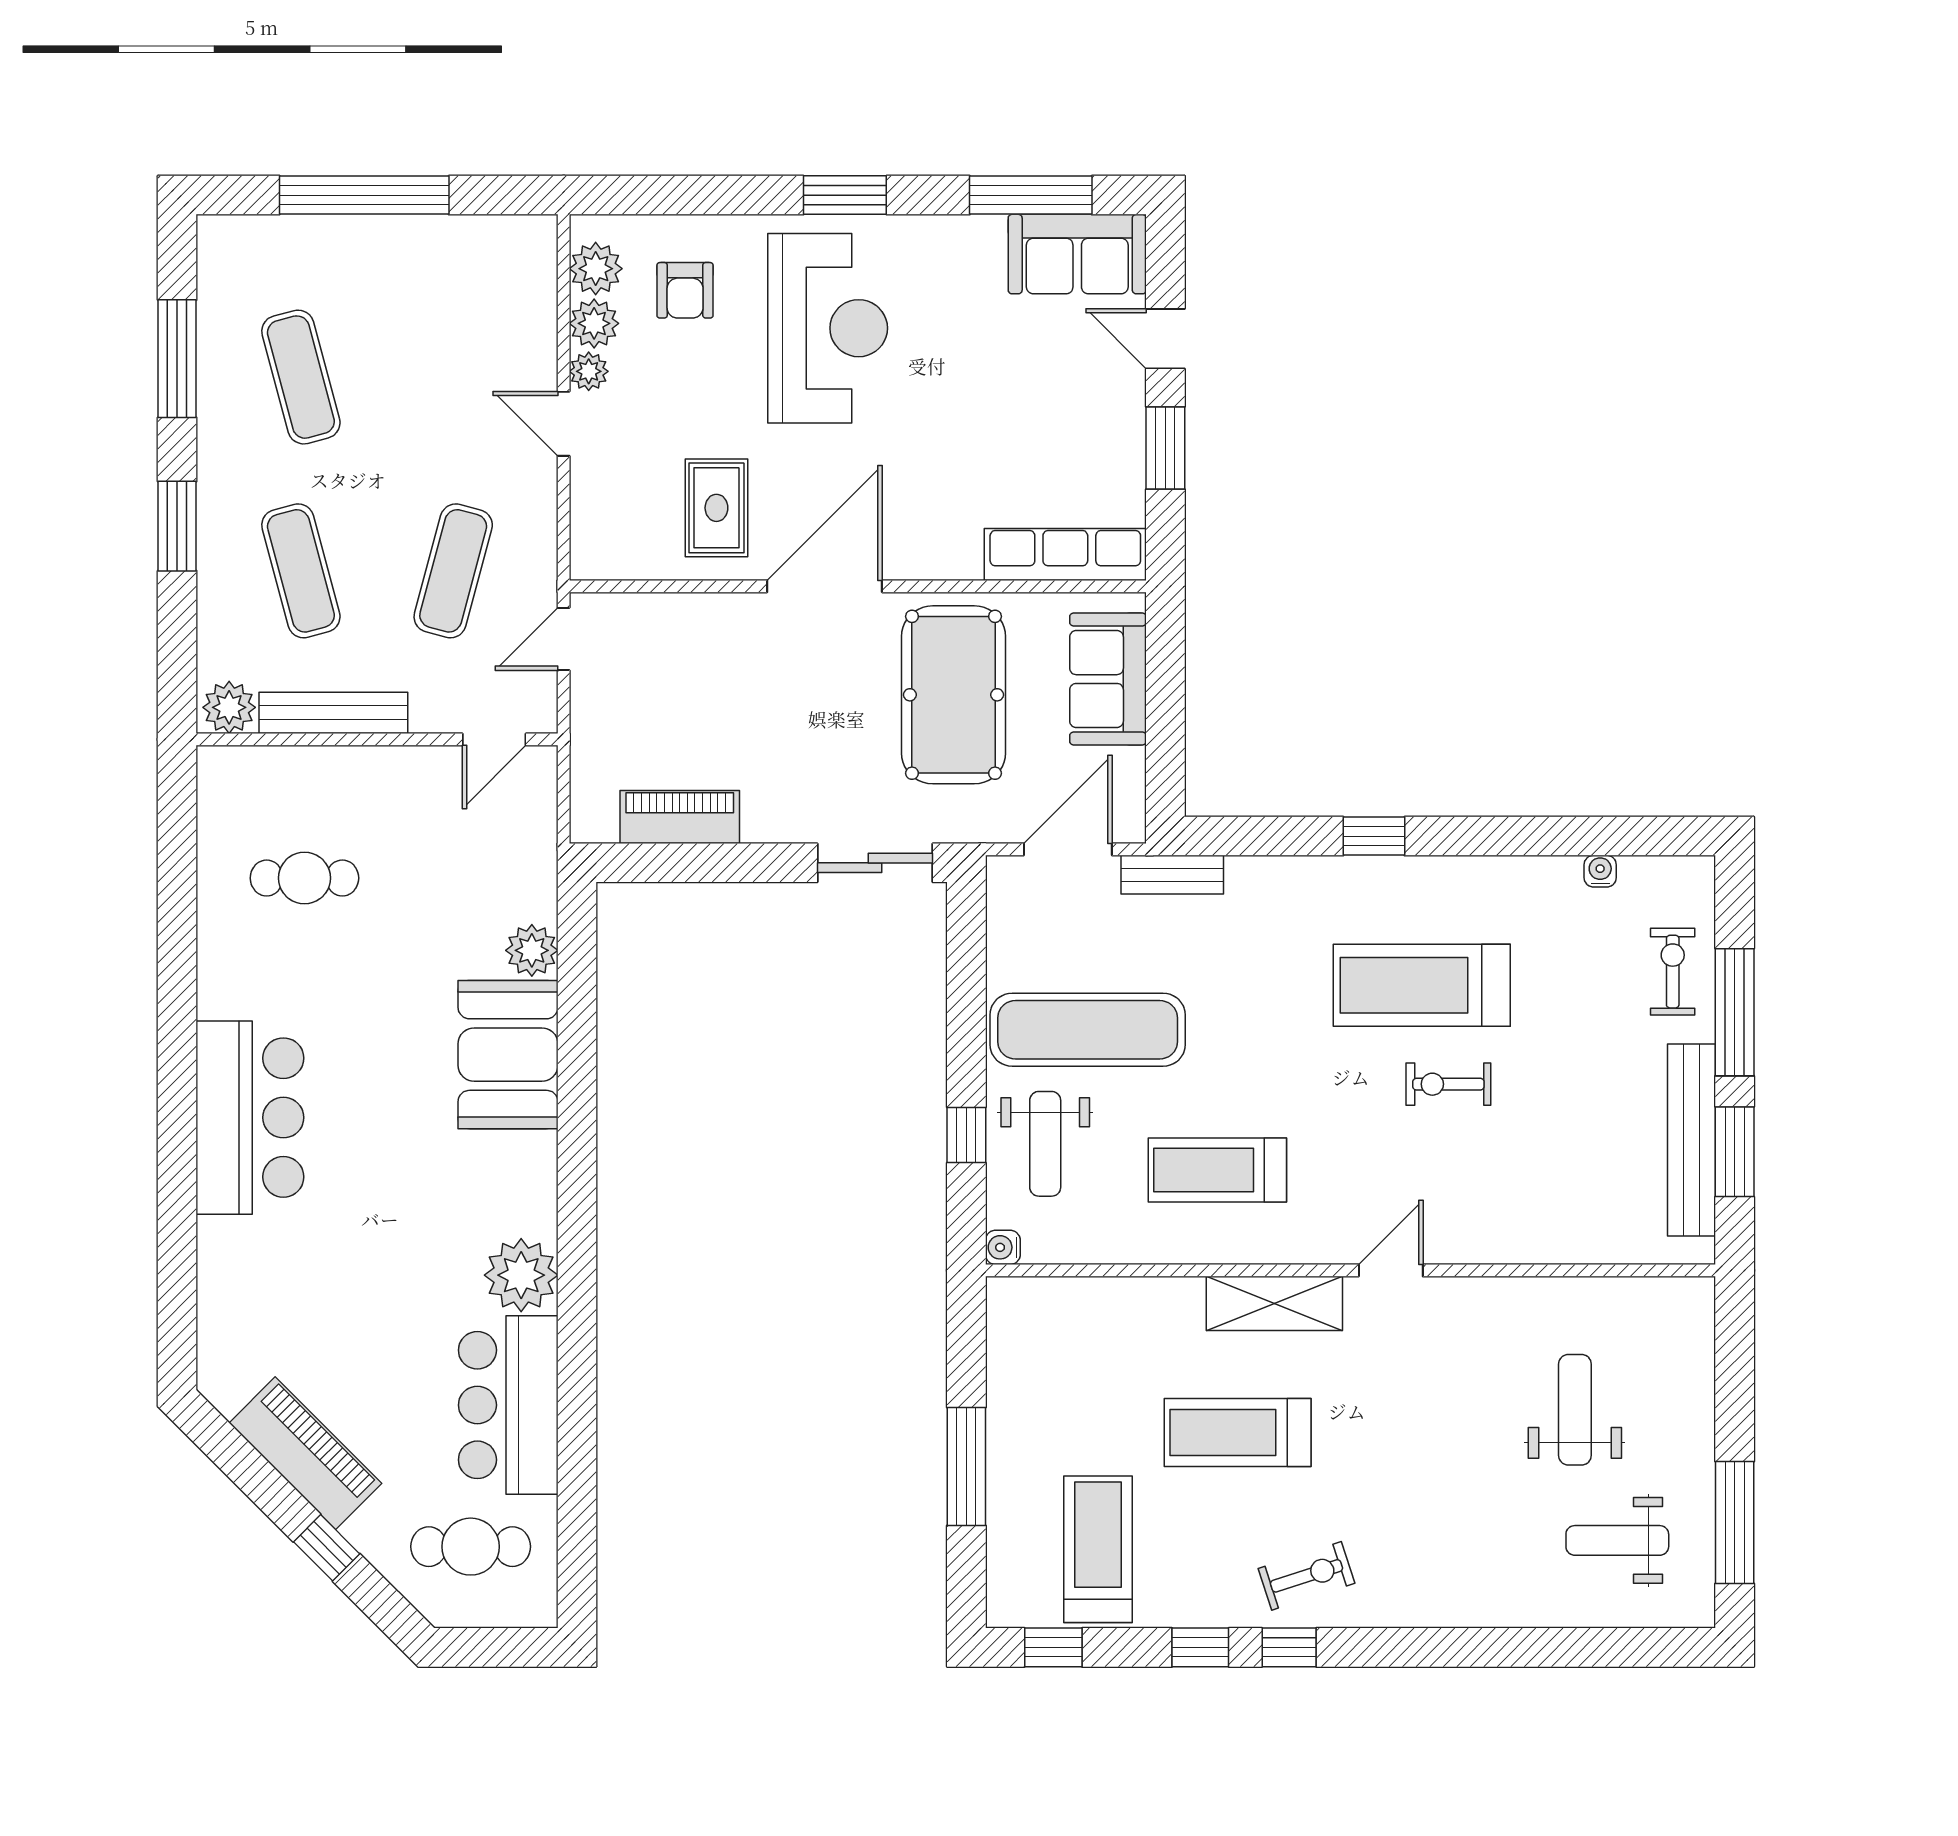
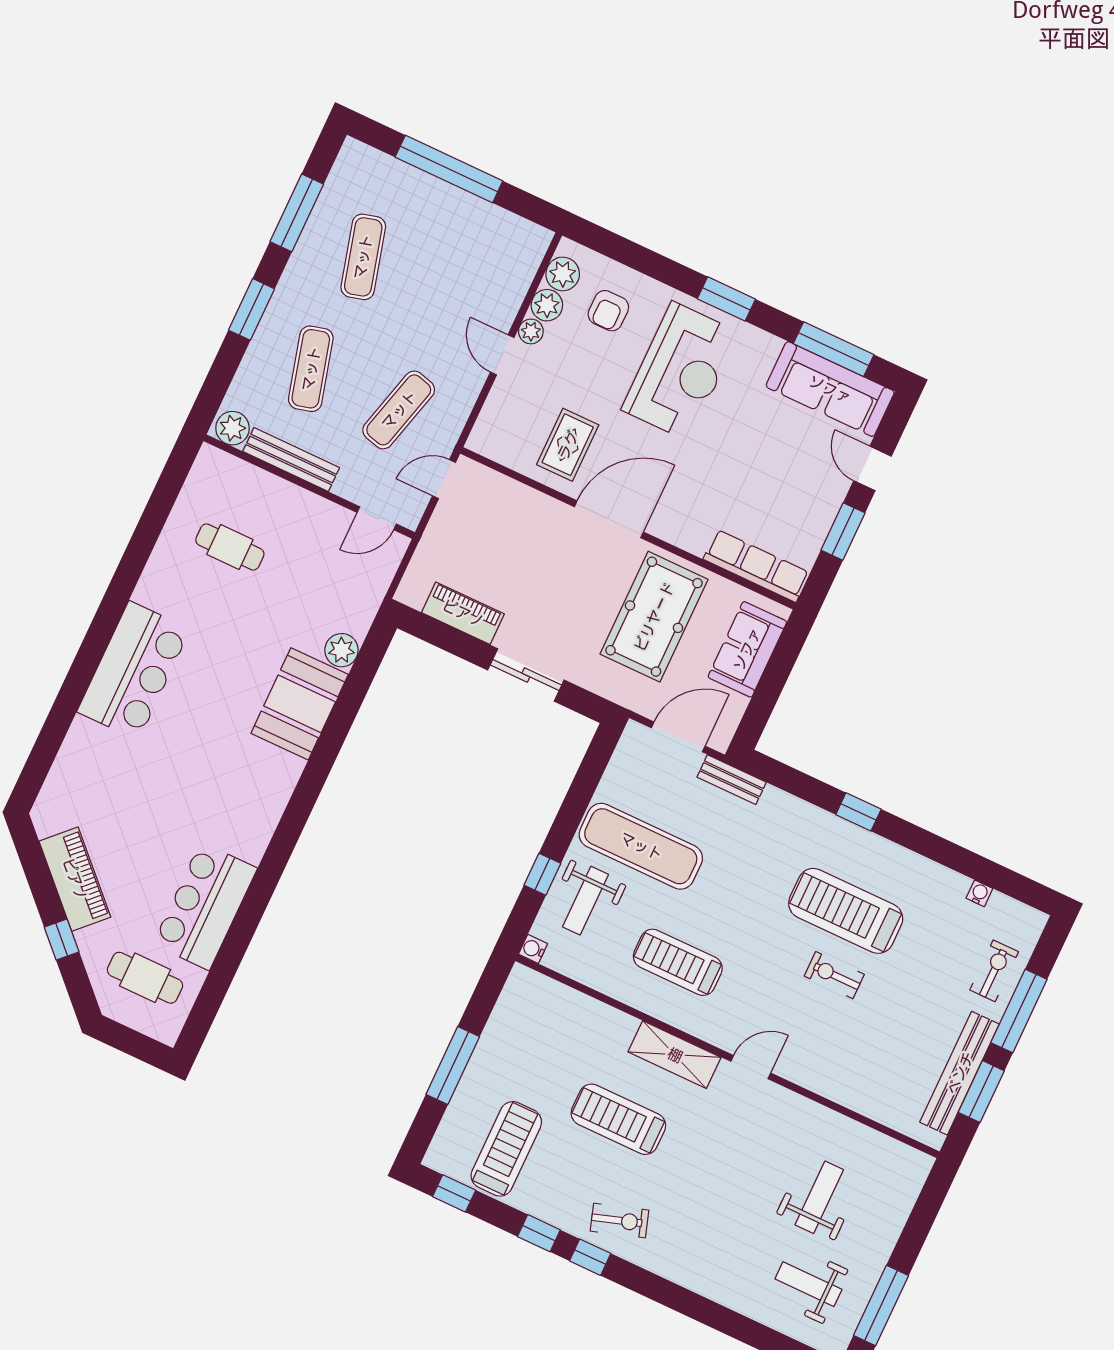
sofa: (1077, 254) -> (830, 389), width x1.36
sliding door: (875, 863) -> (526, 675), moved
plant: (521, 1275) -> (248, 835), removed

